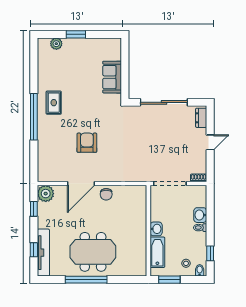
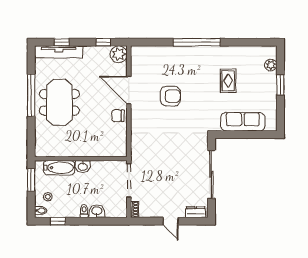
sofa: (112, 77) -> (243, 122), width x1.36
rug: (54, 103) -> (228, 81), moved, turned 90

